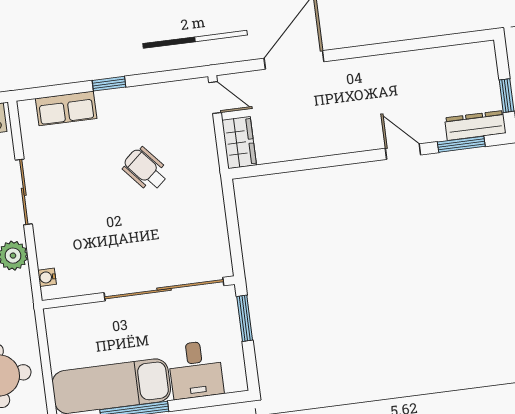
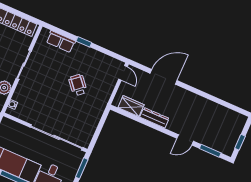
dresser: (475, 125) -> (154, 118), moved
wardrobe: (239, 143) -> (131, 106), moved, turned -90
door: (403, 152) -> (185, 140), swing flipped

